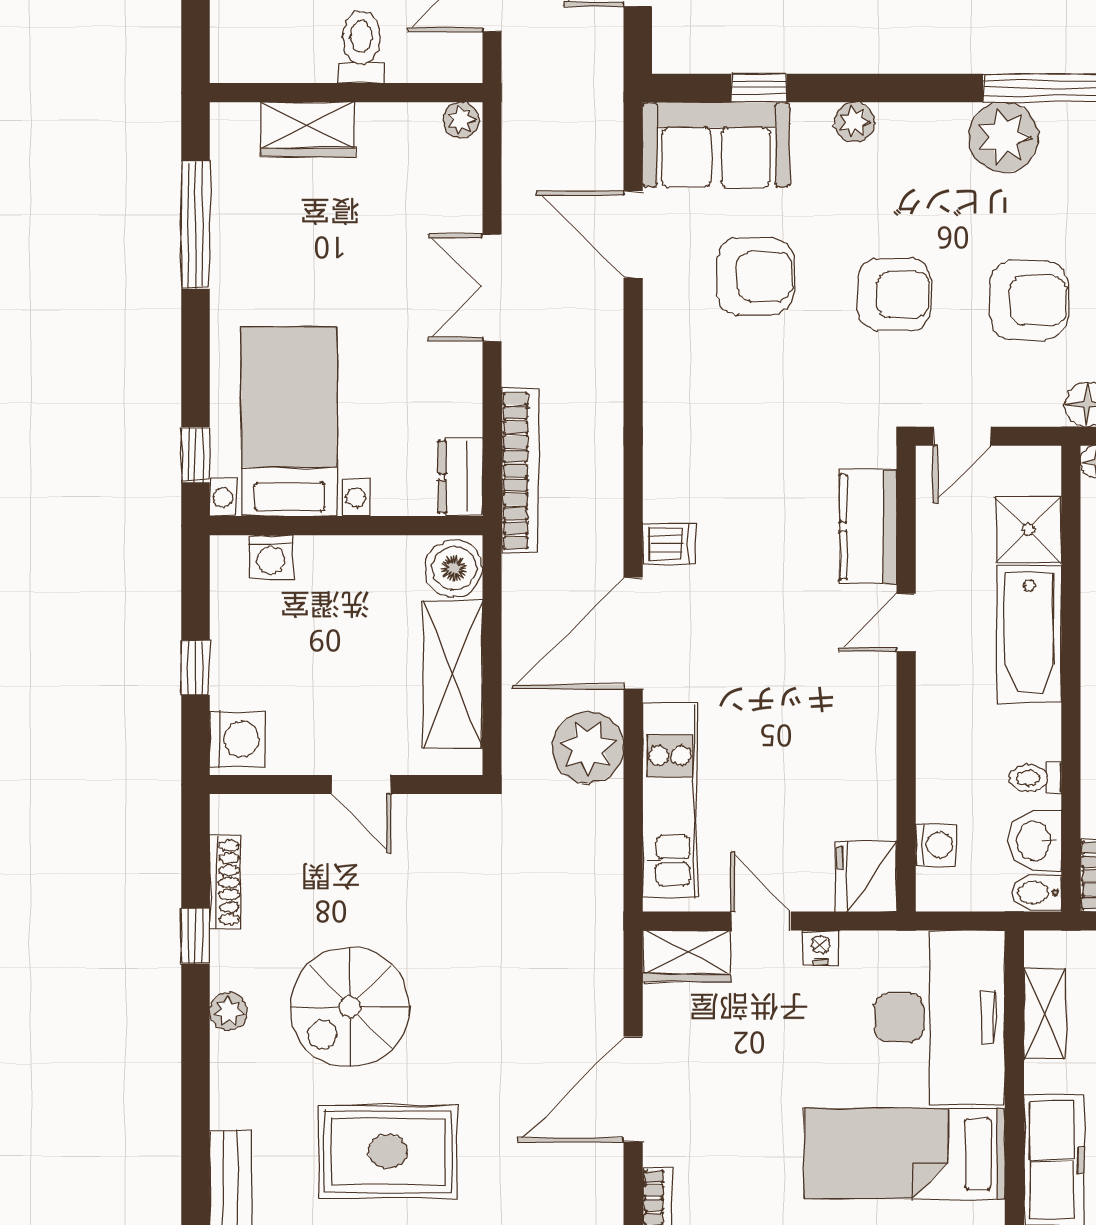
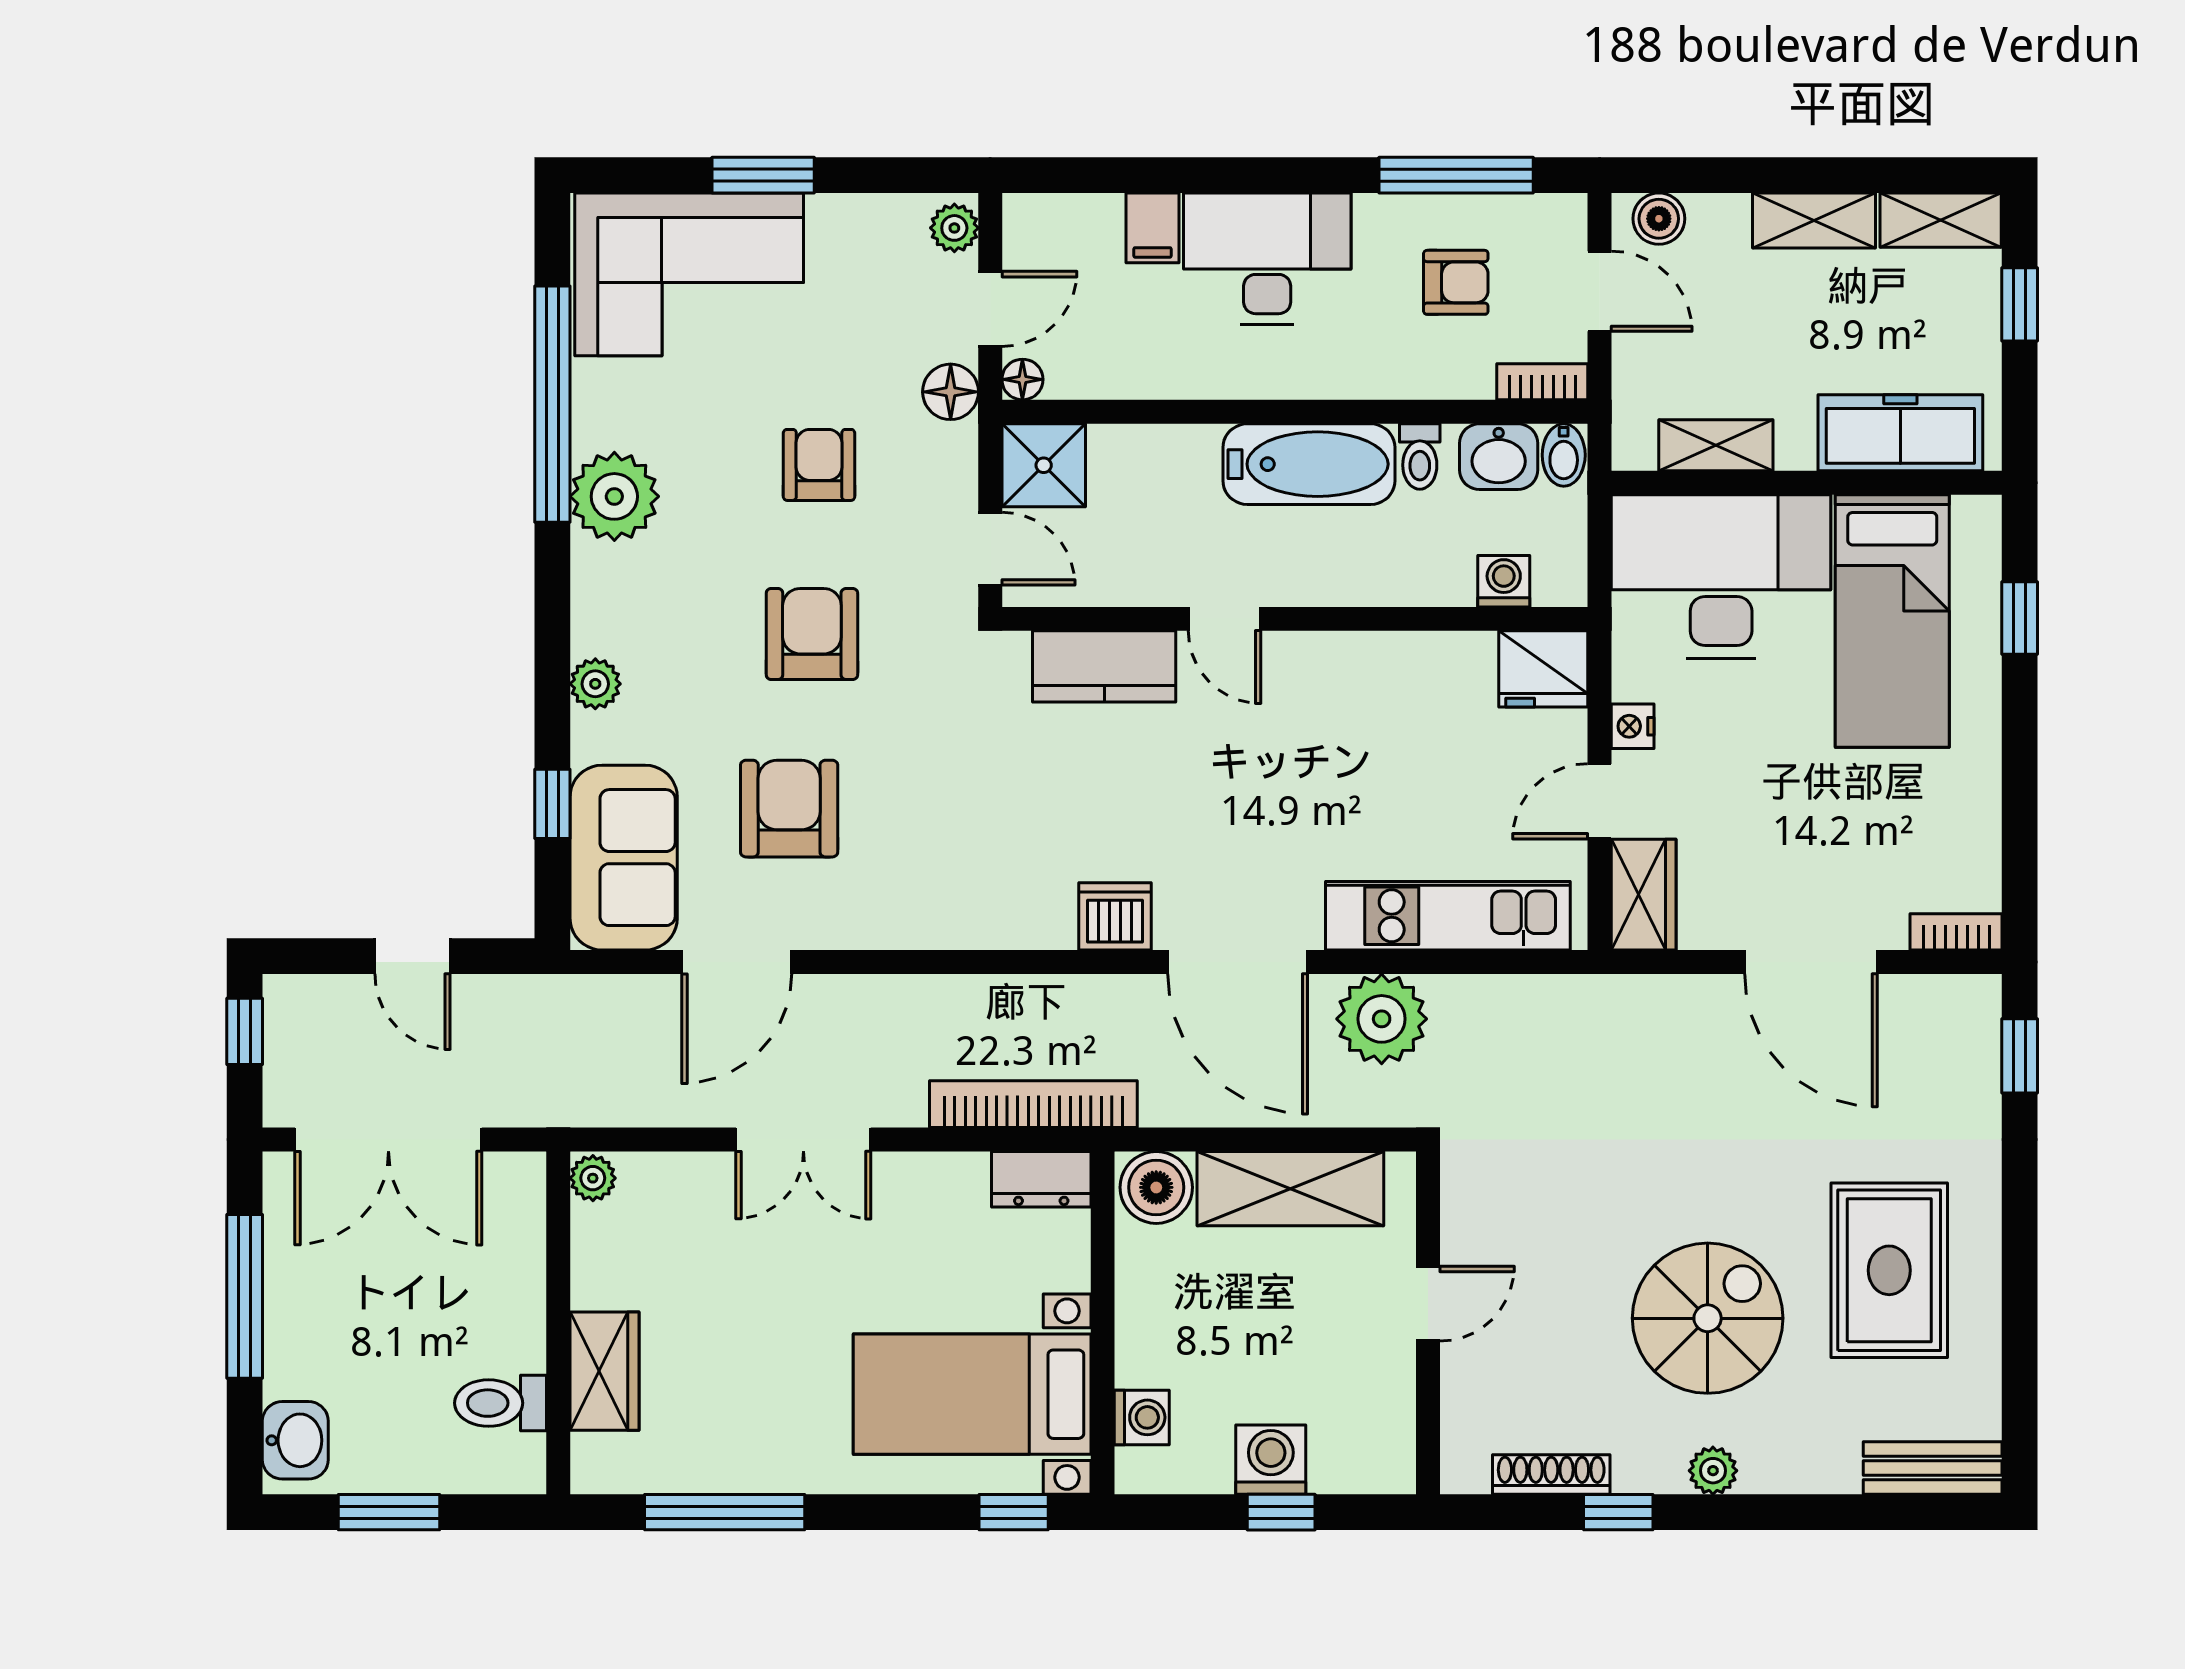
toilet: (361, 47) -> (501, 1403), moved
armchair: (1029, 300) -> (819, 465), width x0.72, depth x0.72
shower: (1028, 529) -> (1044, 465), moved
dishwasher: (669, 543) -> (1115, 916), width x1.38
bathtub: (1029, 635) -> (1309, 464), moved
washing machine: (237, 739) -> (1271, 1460), moved
spiral stairs: (350, 1007) -> (1708, 1318), turned -90

